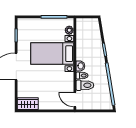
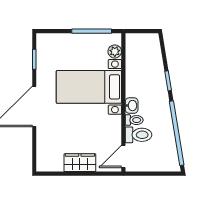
door: (75, 100) -> (123, 156), hinge flipped
wardrobe: (28, 104) -> (80, 163), moved

